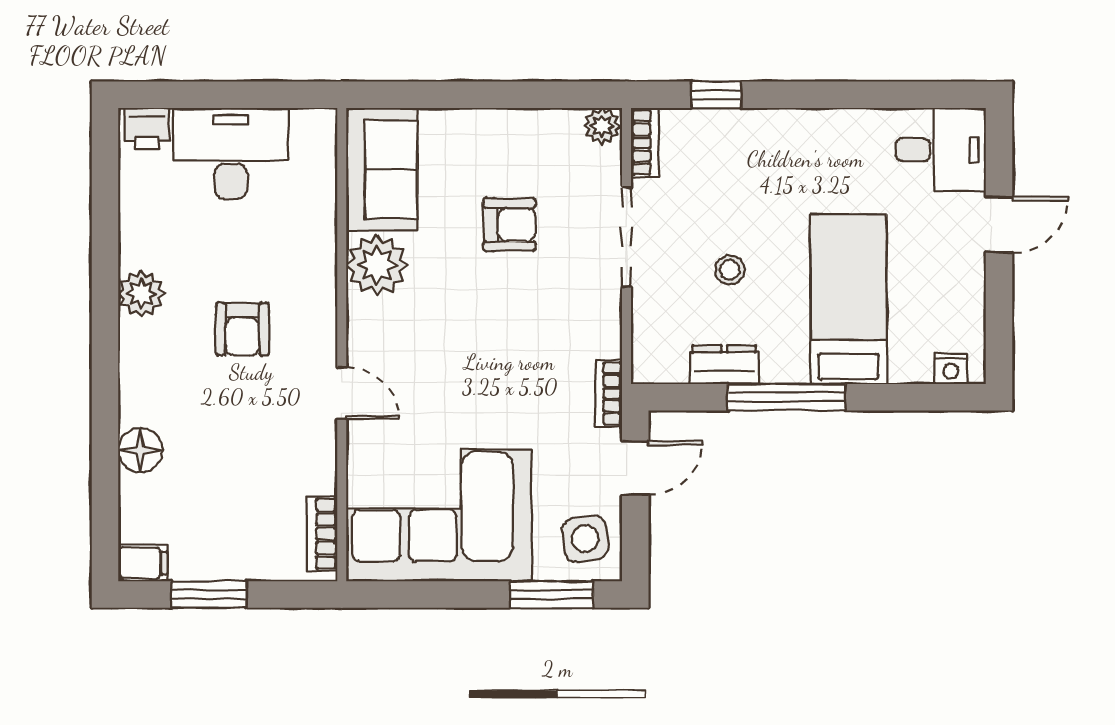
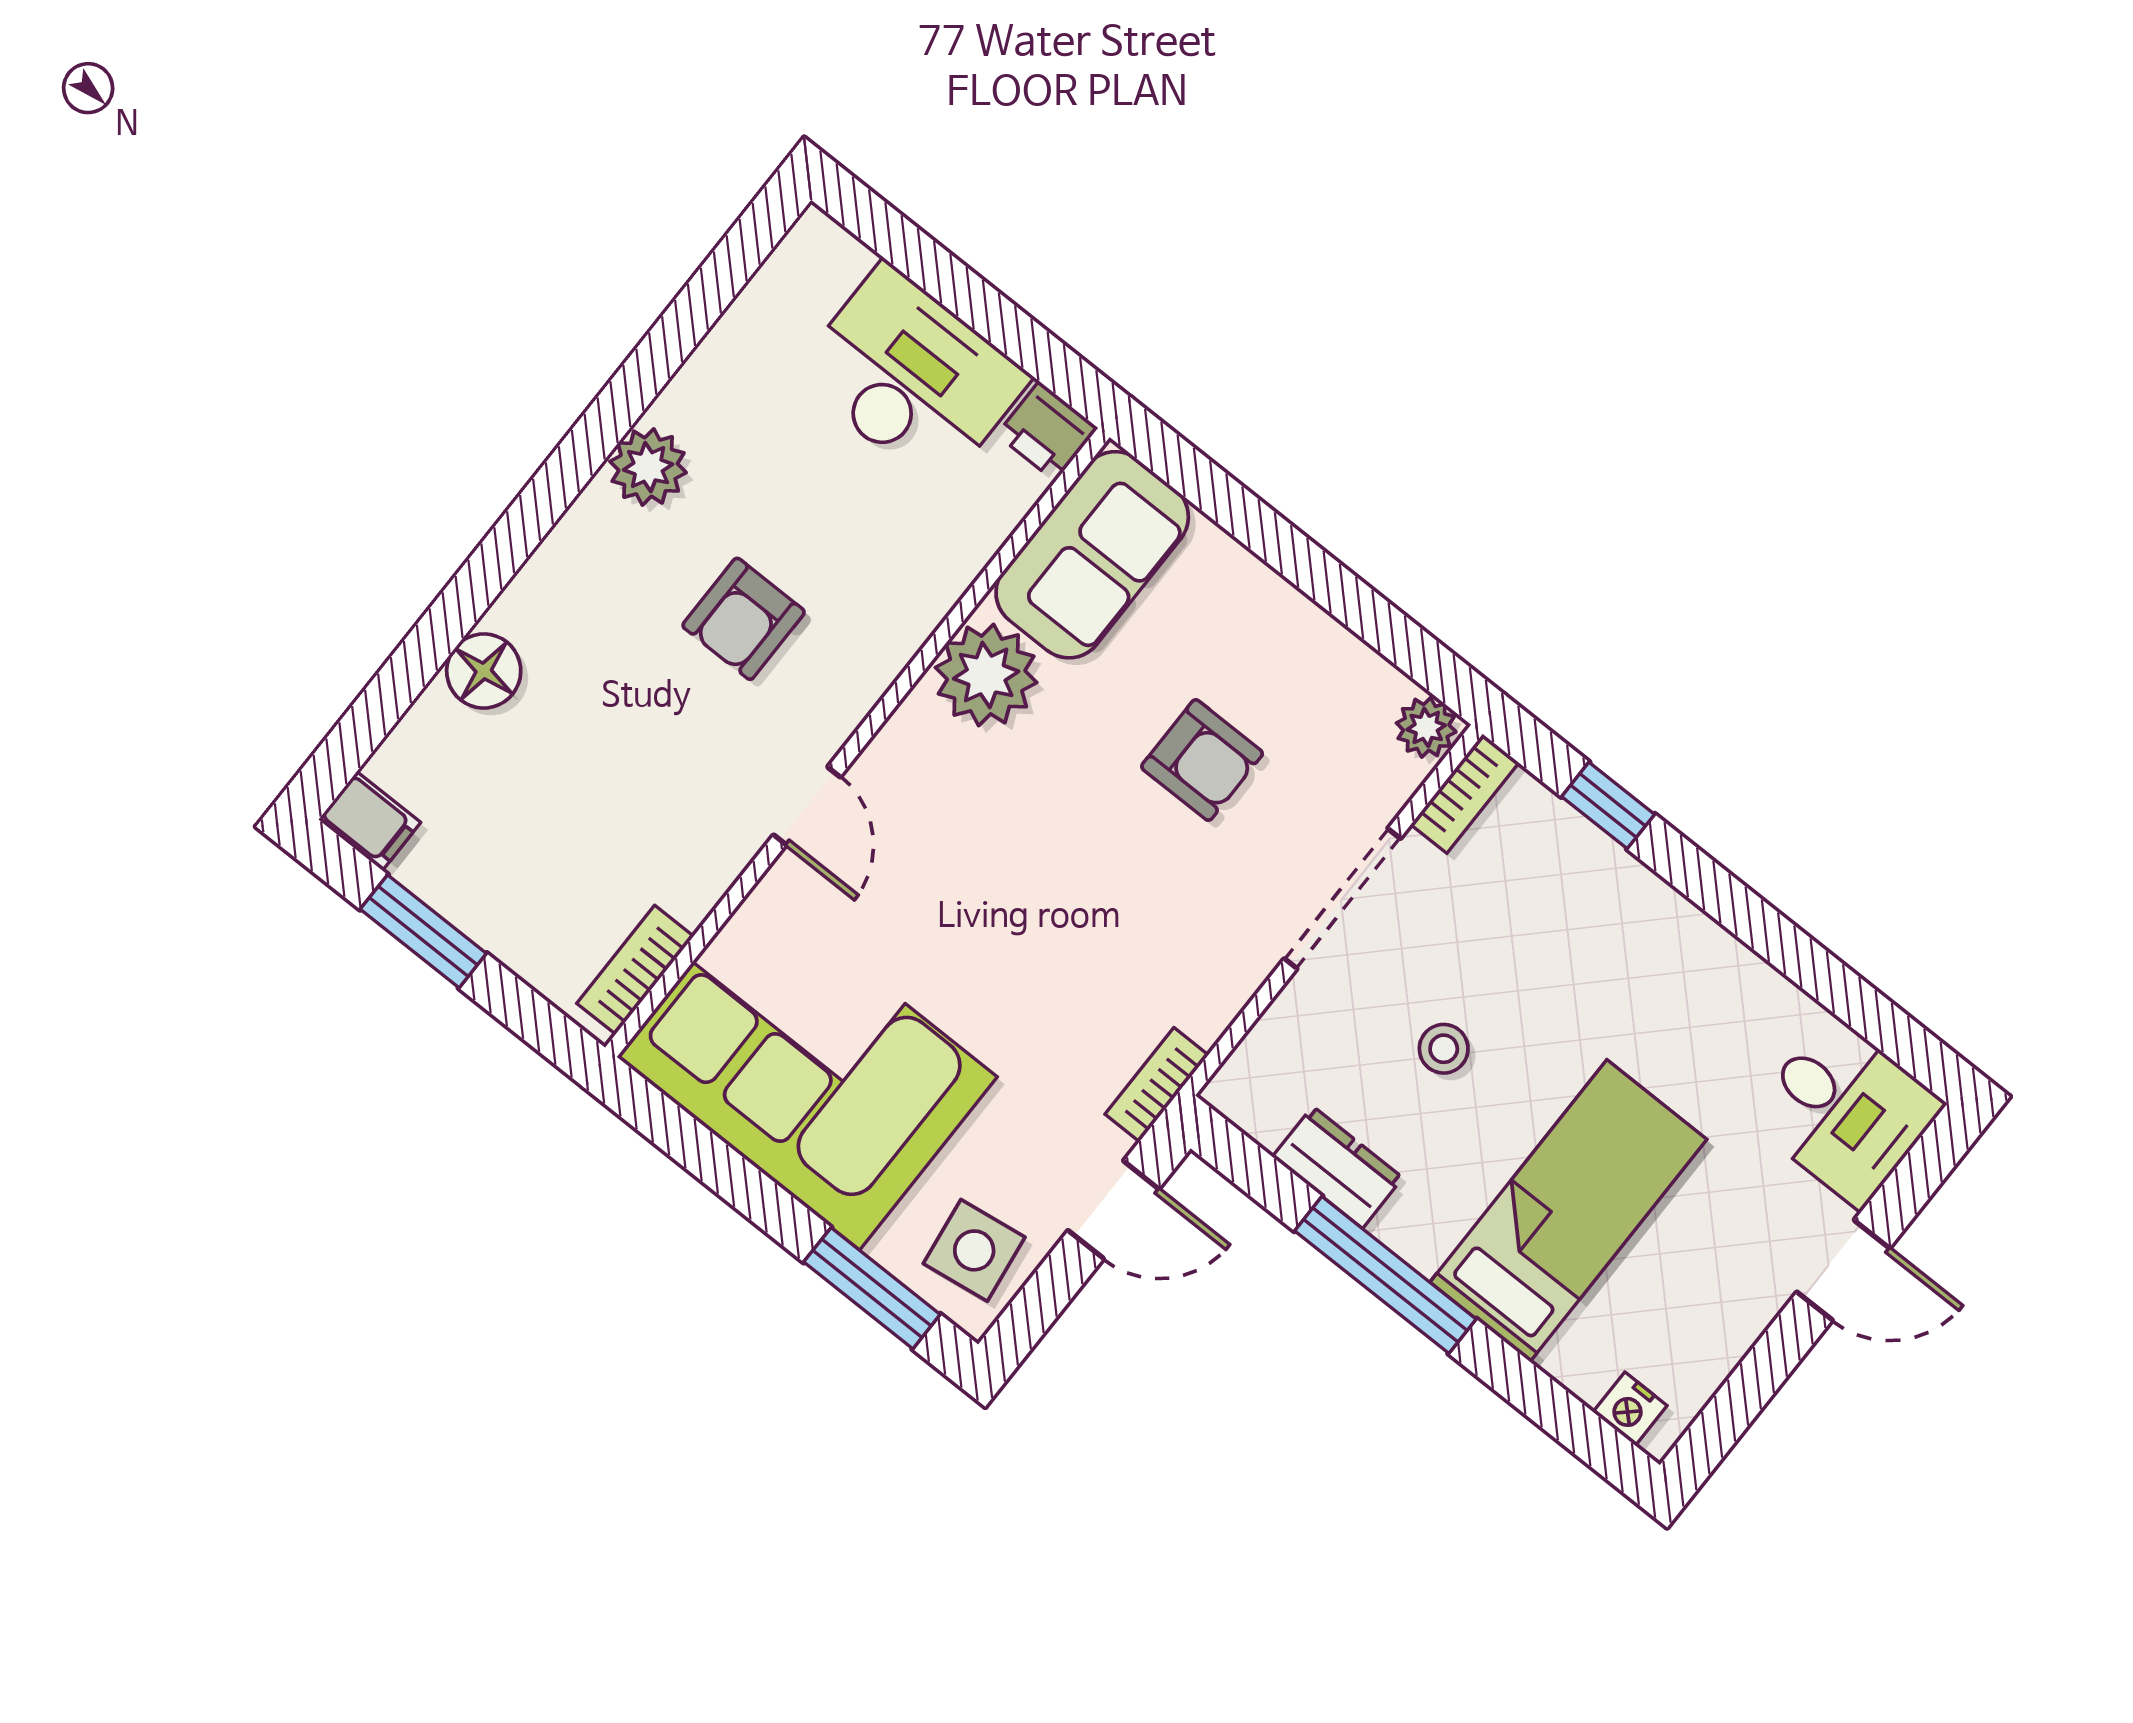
printer: (147, 129) -> (1047, 431), moved

